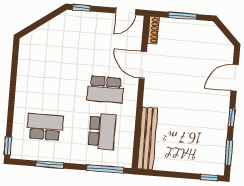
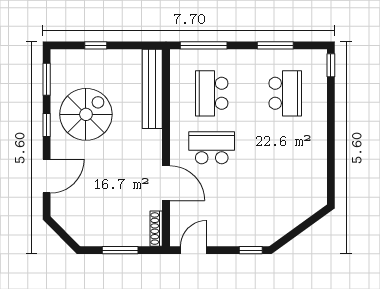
spiral stairs: (200, 123) -> (86, 114), added
school desk: (45, 127) -> (285, 93), turned -90
window: (209, 177) -> (96, 45), moved

